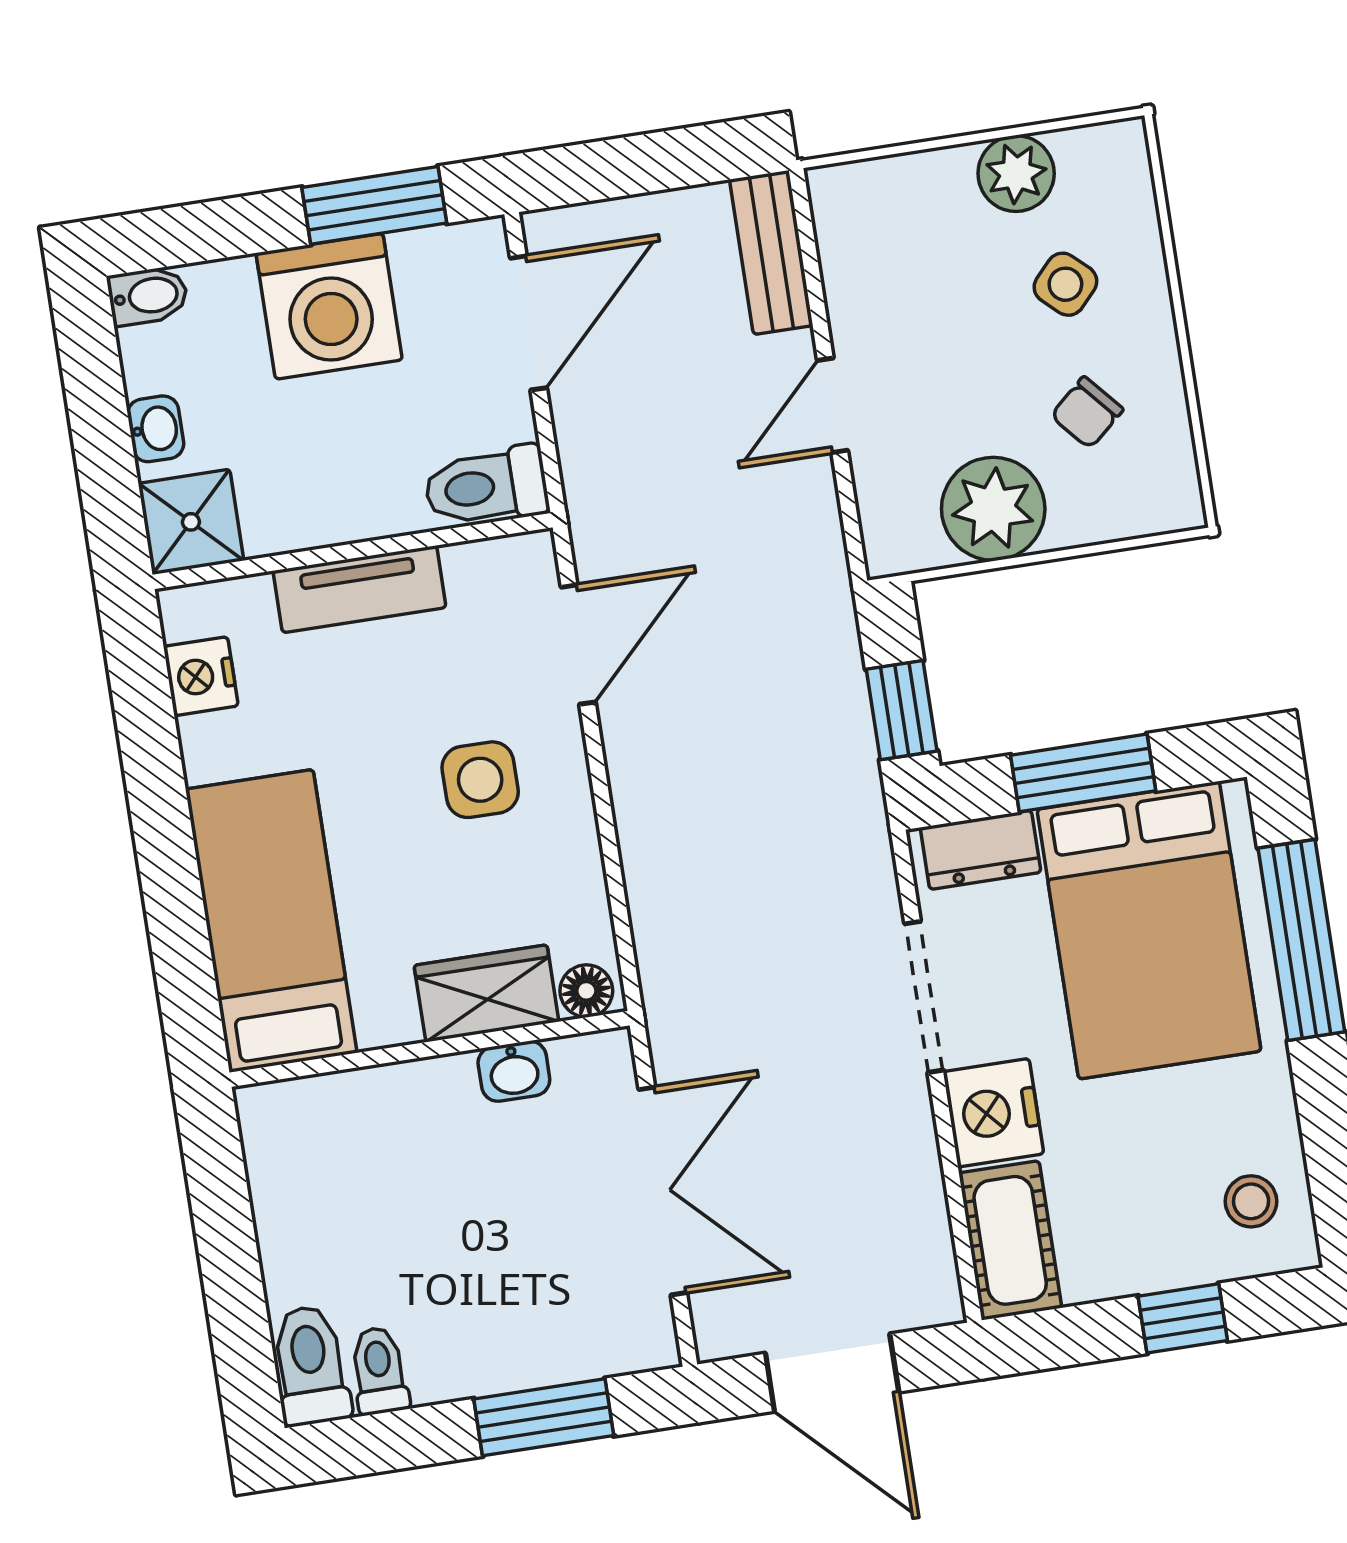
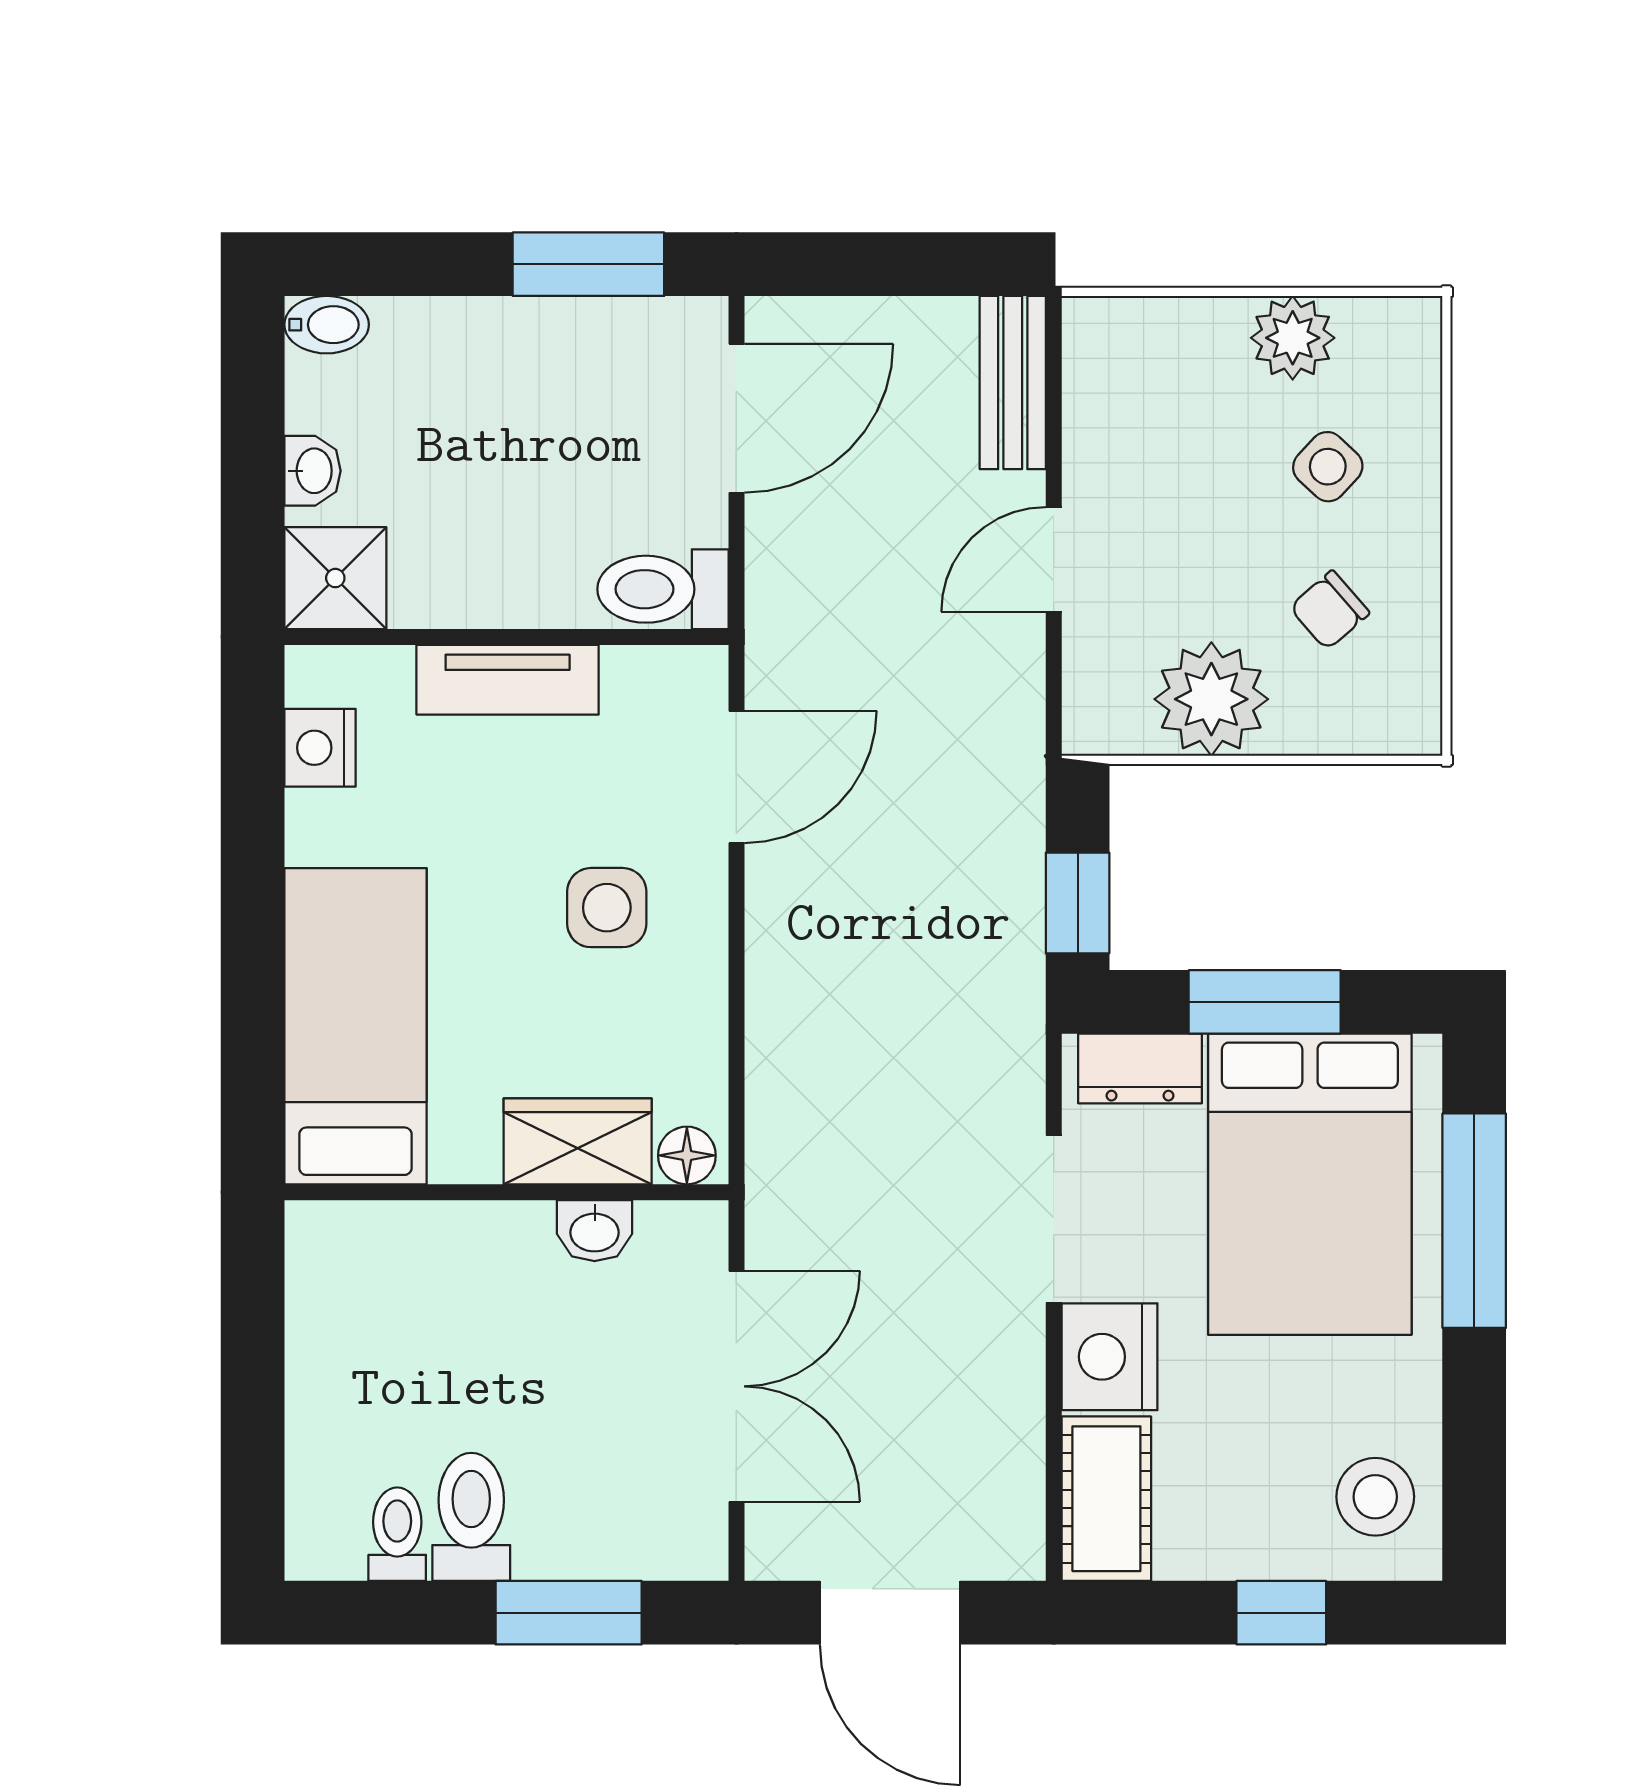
washing machine: (329, 306) -> (522, 367), removed
stool: (1251, 1201) -> (1375, 1497), width x1.37, depth x1.37
toilet: (310, 1365) -> (471, 1517), moved

